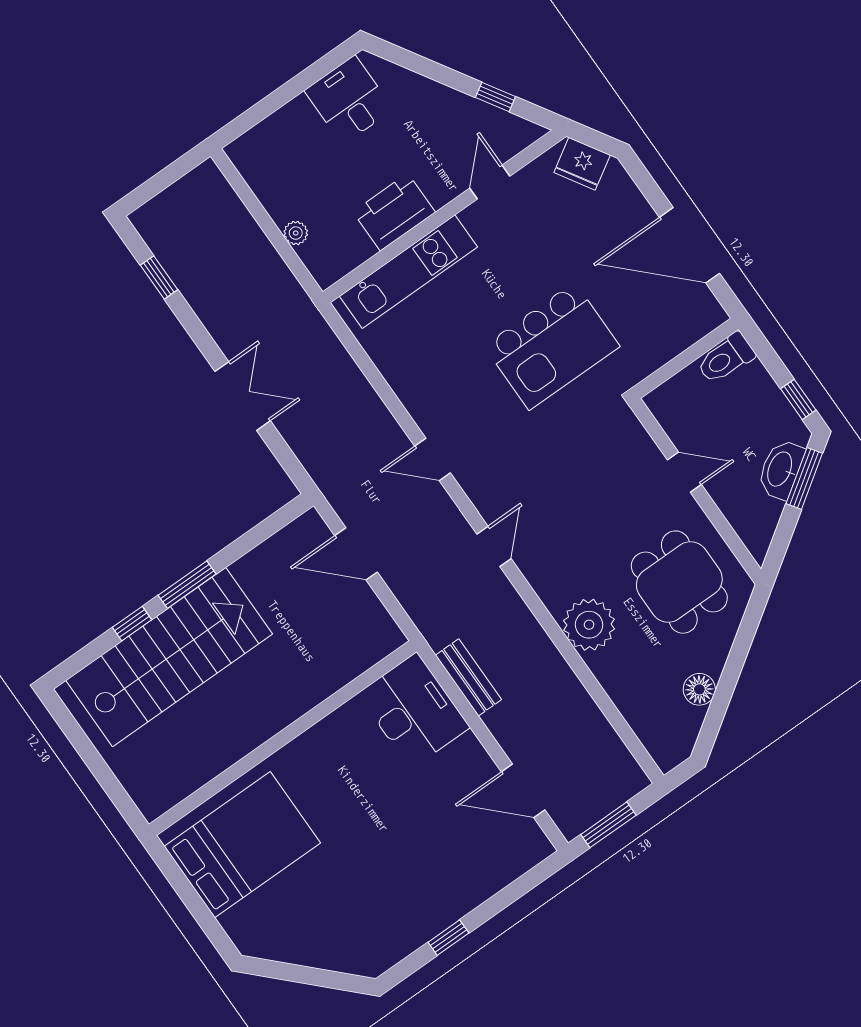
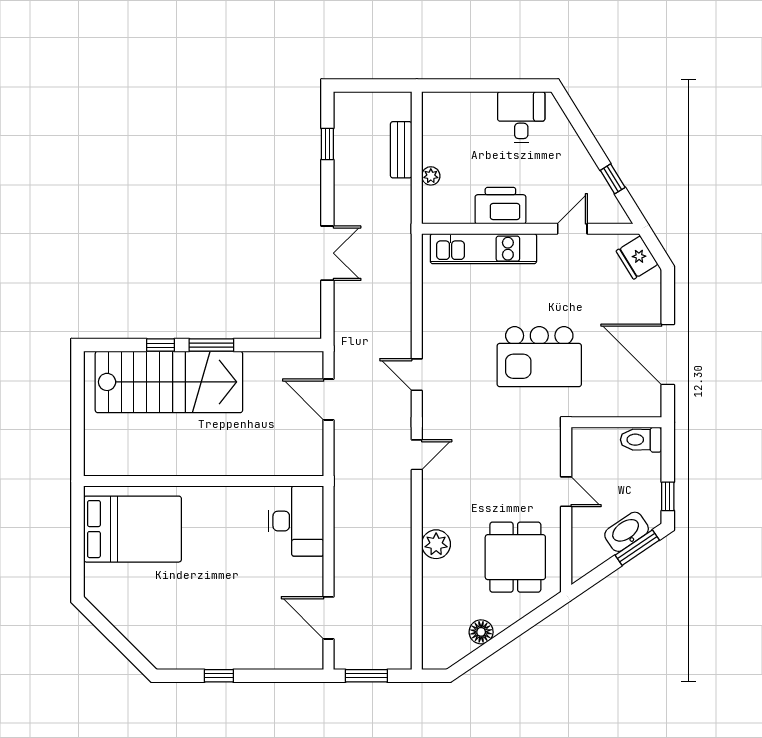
plant: (589, 625) -> (436, 544), width x0.73, depth x0.73
bench: (468, 677) -> (401, 150), moved

